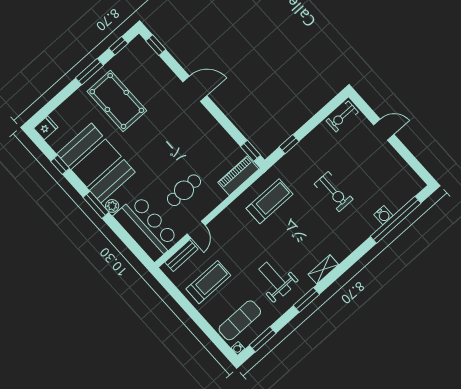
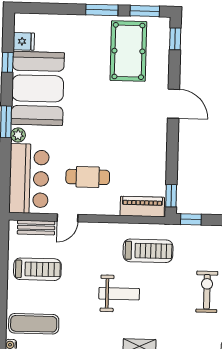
window: (118, 46) -> (145, 11), width x1.50
pool table: (117, 101) -> (128, 51), moved
fridge: (46, 128) -> (24, 41), moved
window: (289, 144) -> (191, 219), moved
exercise bike: (334, 192) -> (207, 292), turned 180
weight bench: (275, 279) -> (119, 294), moved, turned 90

